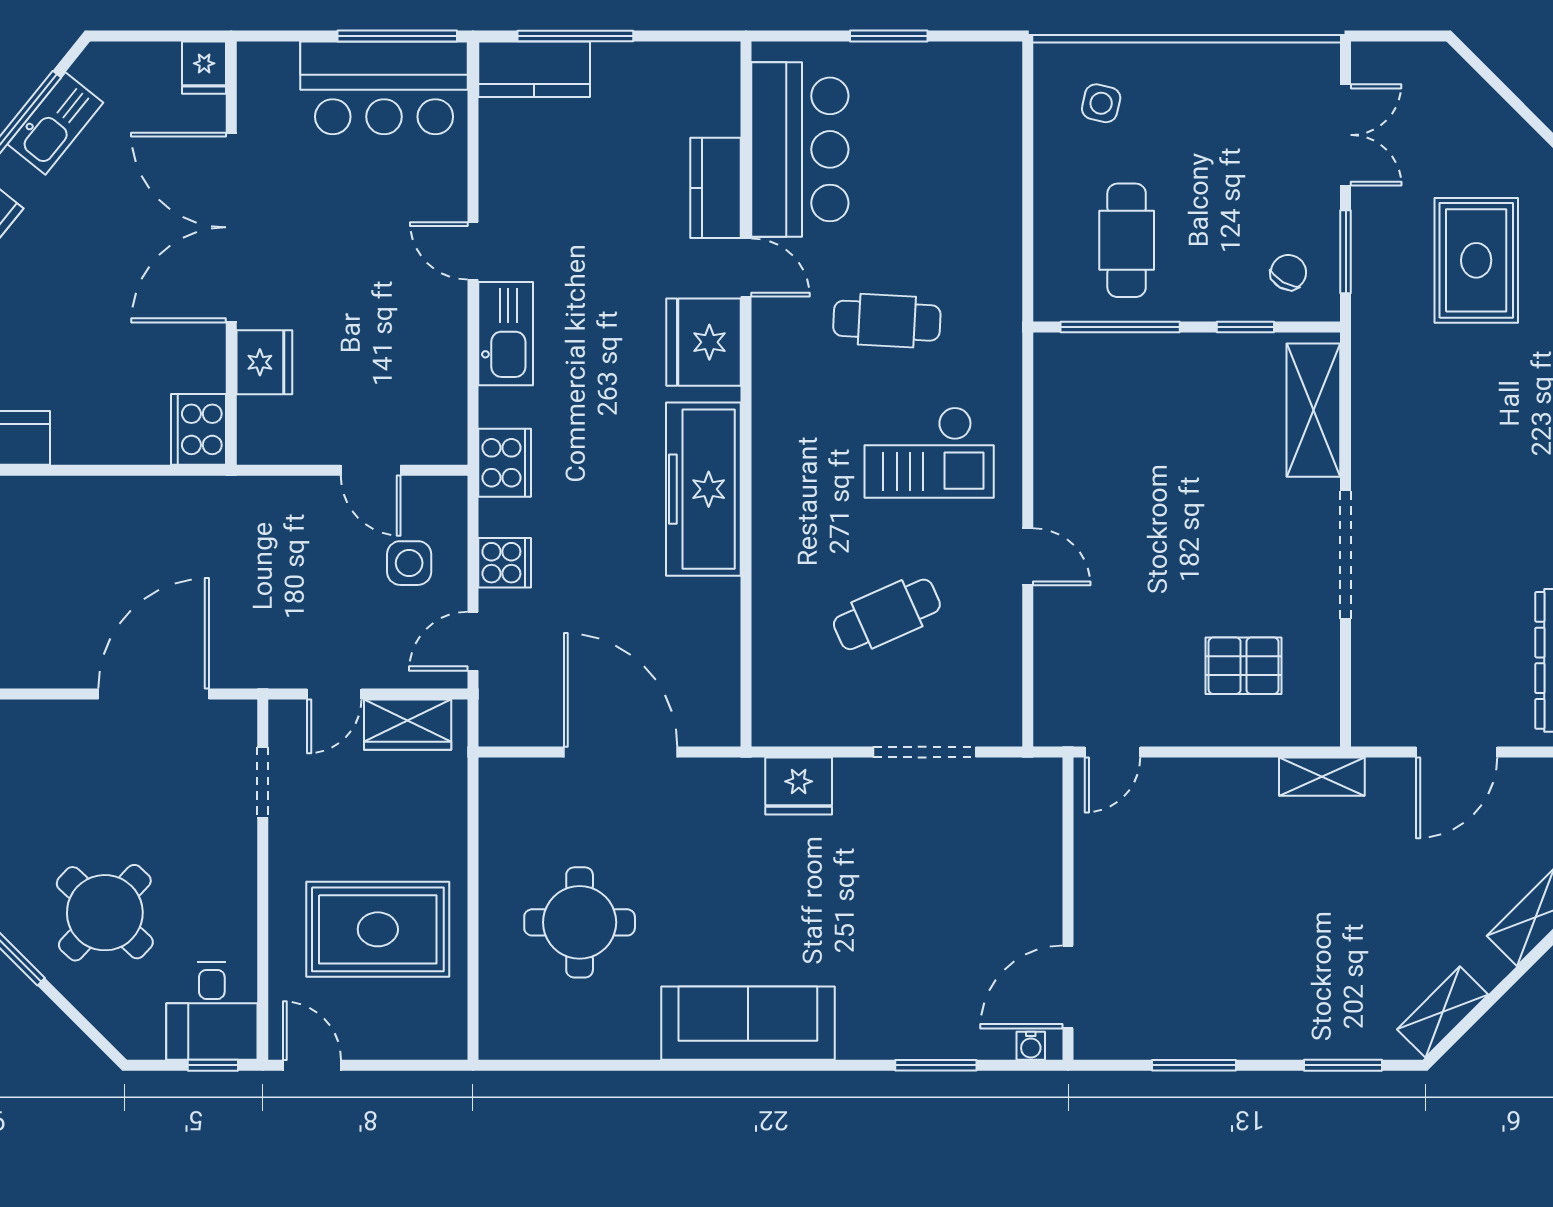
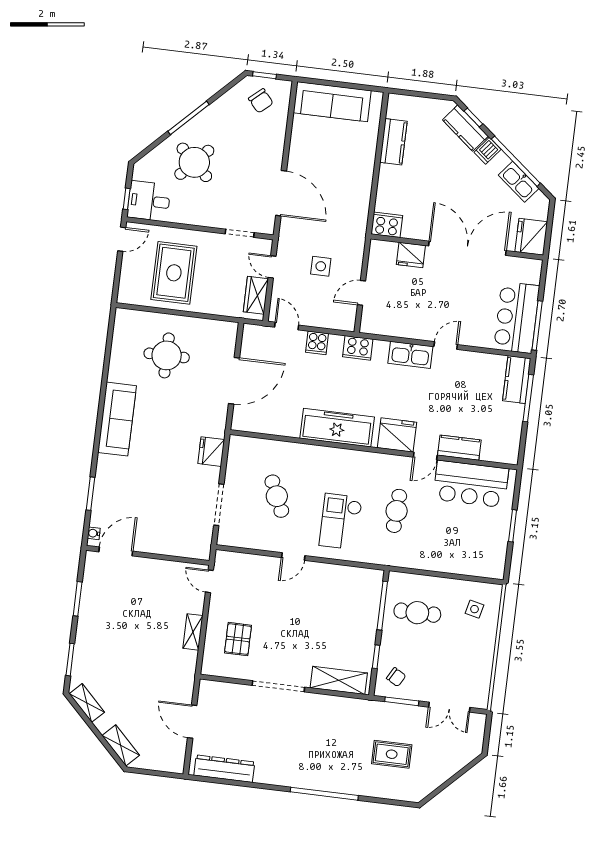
fridge: (204, 68) -> (531, 237), width x1.88, depth x1.34
rug: (1476, 260) -> (392, 754), width x0.73, depth x0.70
side table: (409, 563) -> (321, 266), moved
shelving: (1322, 777) -> (193, 632), moved
door: (1068, 987) -> (116, 551), hinge flipped

